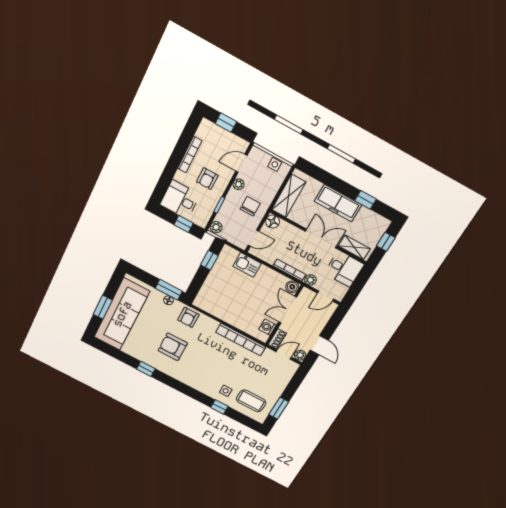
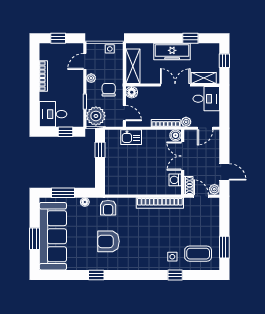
armchair: (207, 179) -> (66, 87), removed
plant: (216, 227) -> (96, 116), width x1.87, depth x1.87
door: (253, 238) -> (124, 113), hinge flipped
window: (169, 290) -> (63, 193), moved
door: (284, 354) -> (201, 196), hinge flipped

